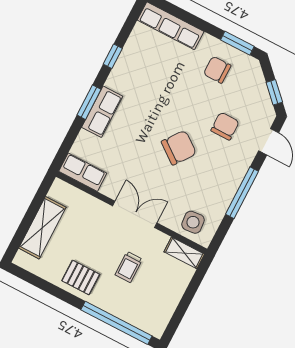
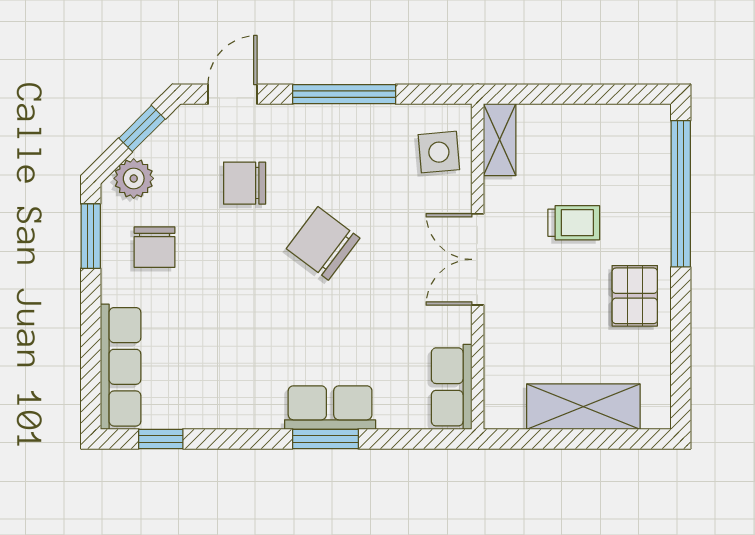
window: (113, 56) -> (161, 439), moved
plant: (254, 77) -> (134, 178), added

